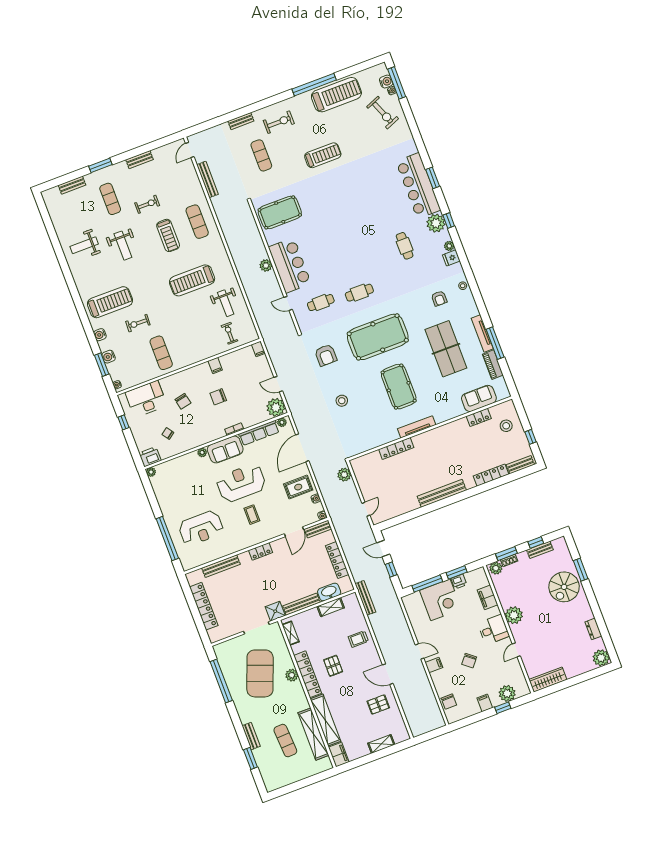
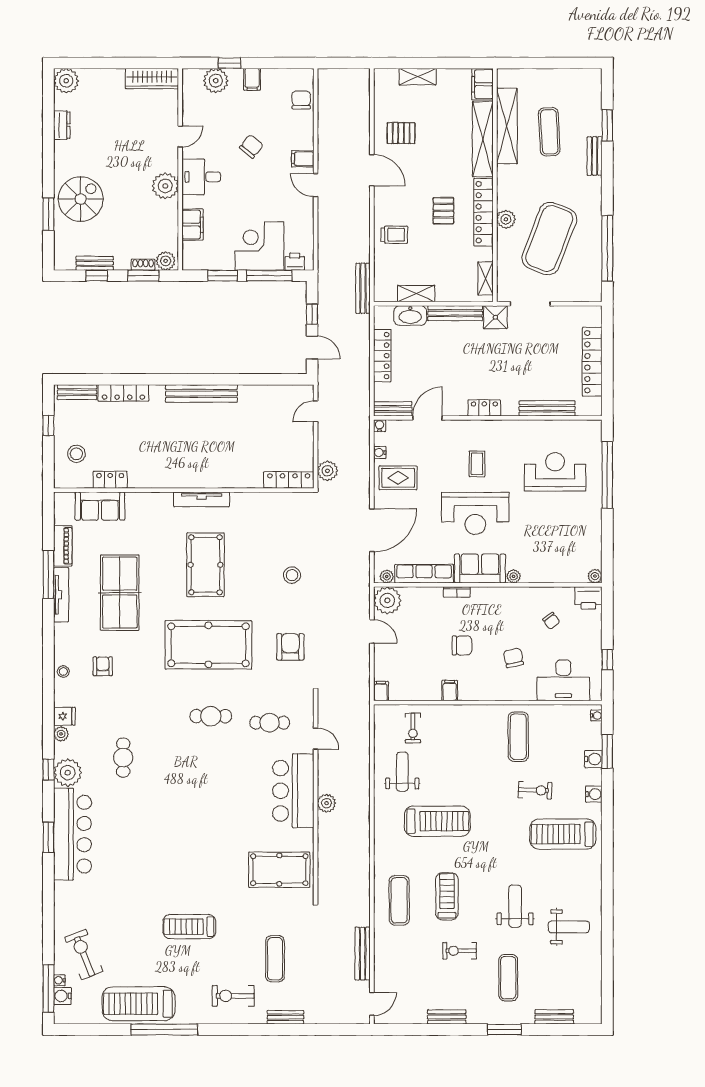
locker: (396, 448) -> (289, 480), moved
printer: (459, 582) -> (295, 262), moved

